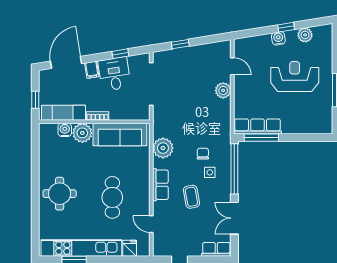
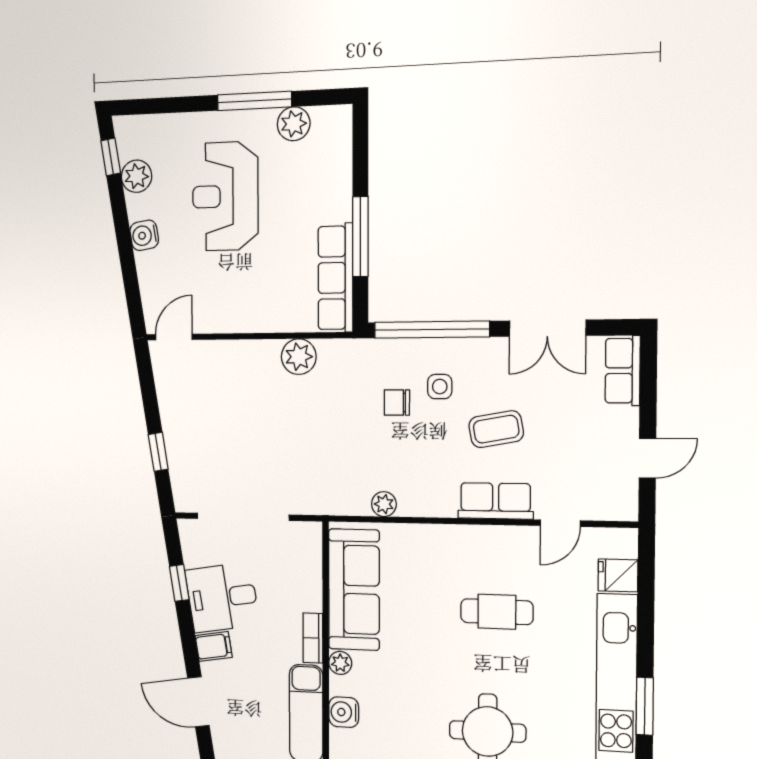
window: (286, 27) -> (111, 157), moved
door: (66, 62) -> (198, 702), width x0.73
door: (232, 66) -> (174, 337), moved
plant: (223, 90) -> (299, 357), moved
plant: (325, 108) -> (294, 124), added
plant: (82, 133) -> (340, 663), width x0.53, depth x0.53
window: (261, 138) -> (360, 237), moved
plant: (163, 148) -> (384, 504), width x0.53, depth x0.53
row of seats: (160, 185) -> (496, 501), moved
cafe table: (112, 197) -> (497, 612), width x0.73, depth x0.74

